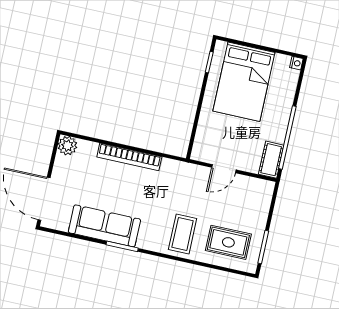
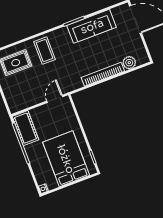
plant: (67, 146) -> (129, 63), moved
cot: (271, 160) -> (25, 128), width x1.37, depth x1.34
door: (224, 169) -> (55, 99), moved

